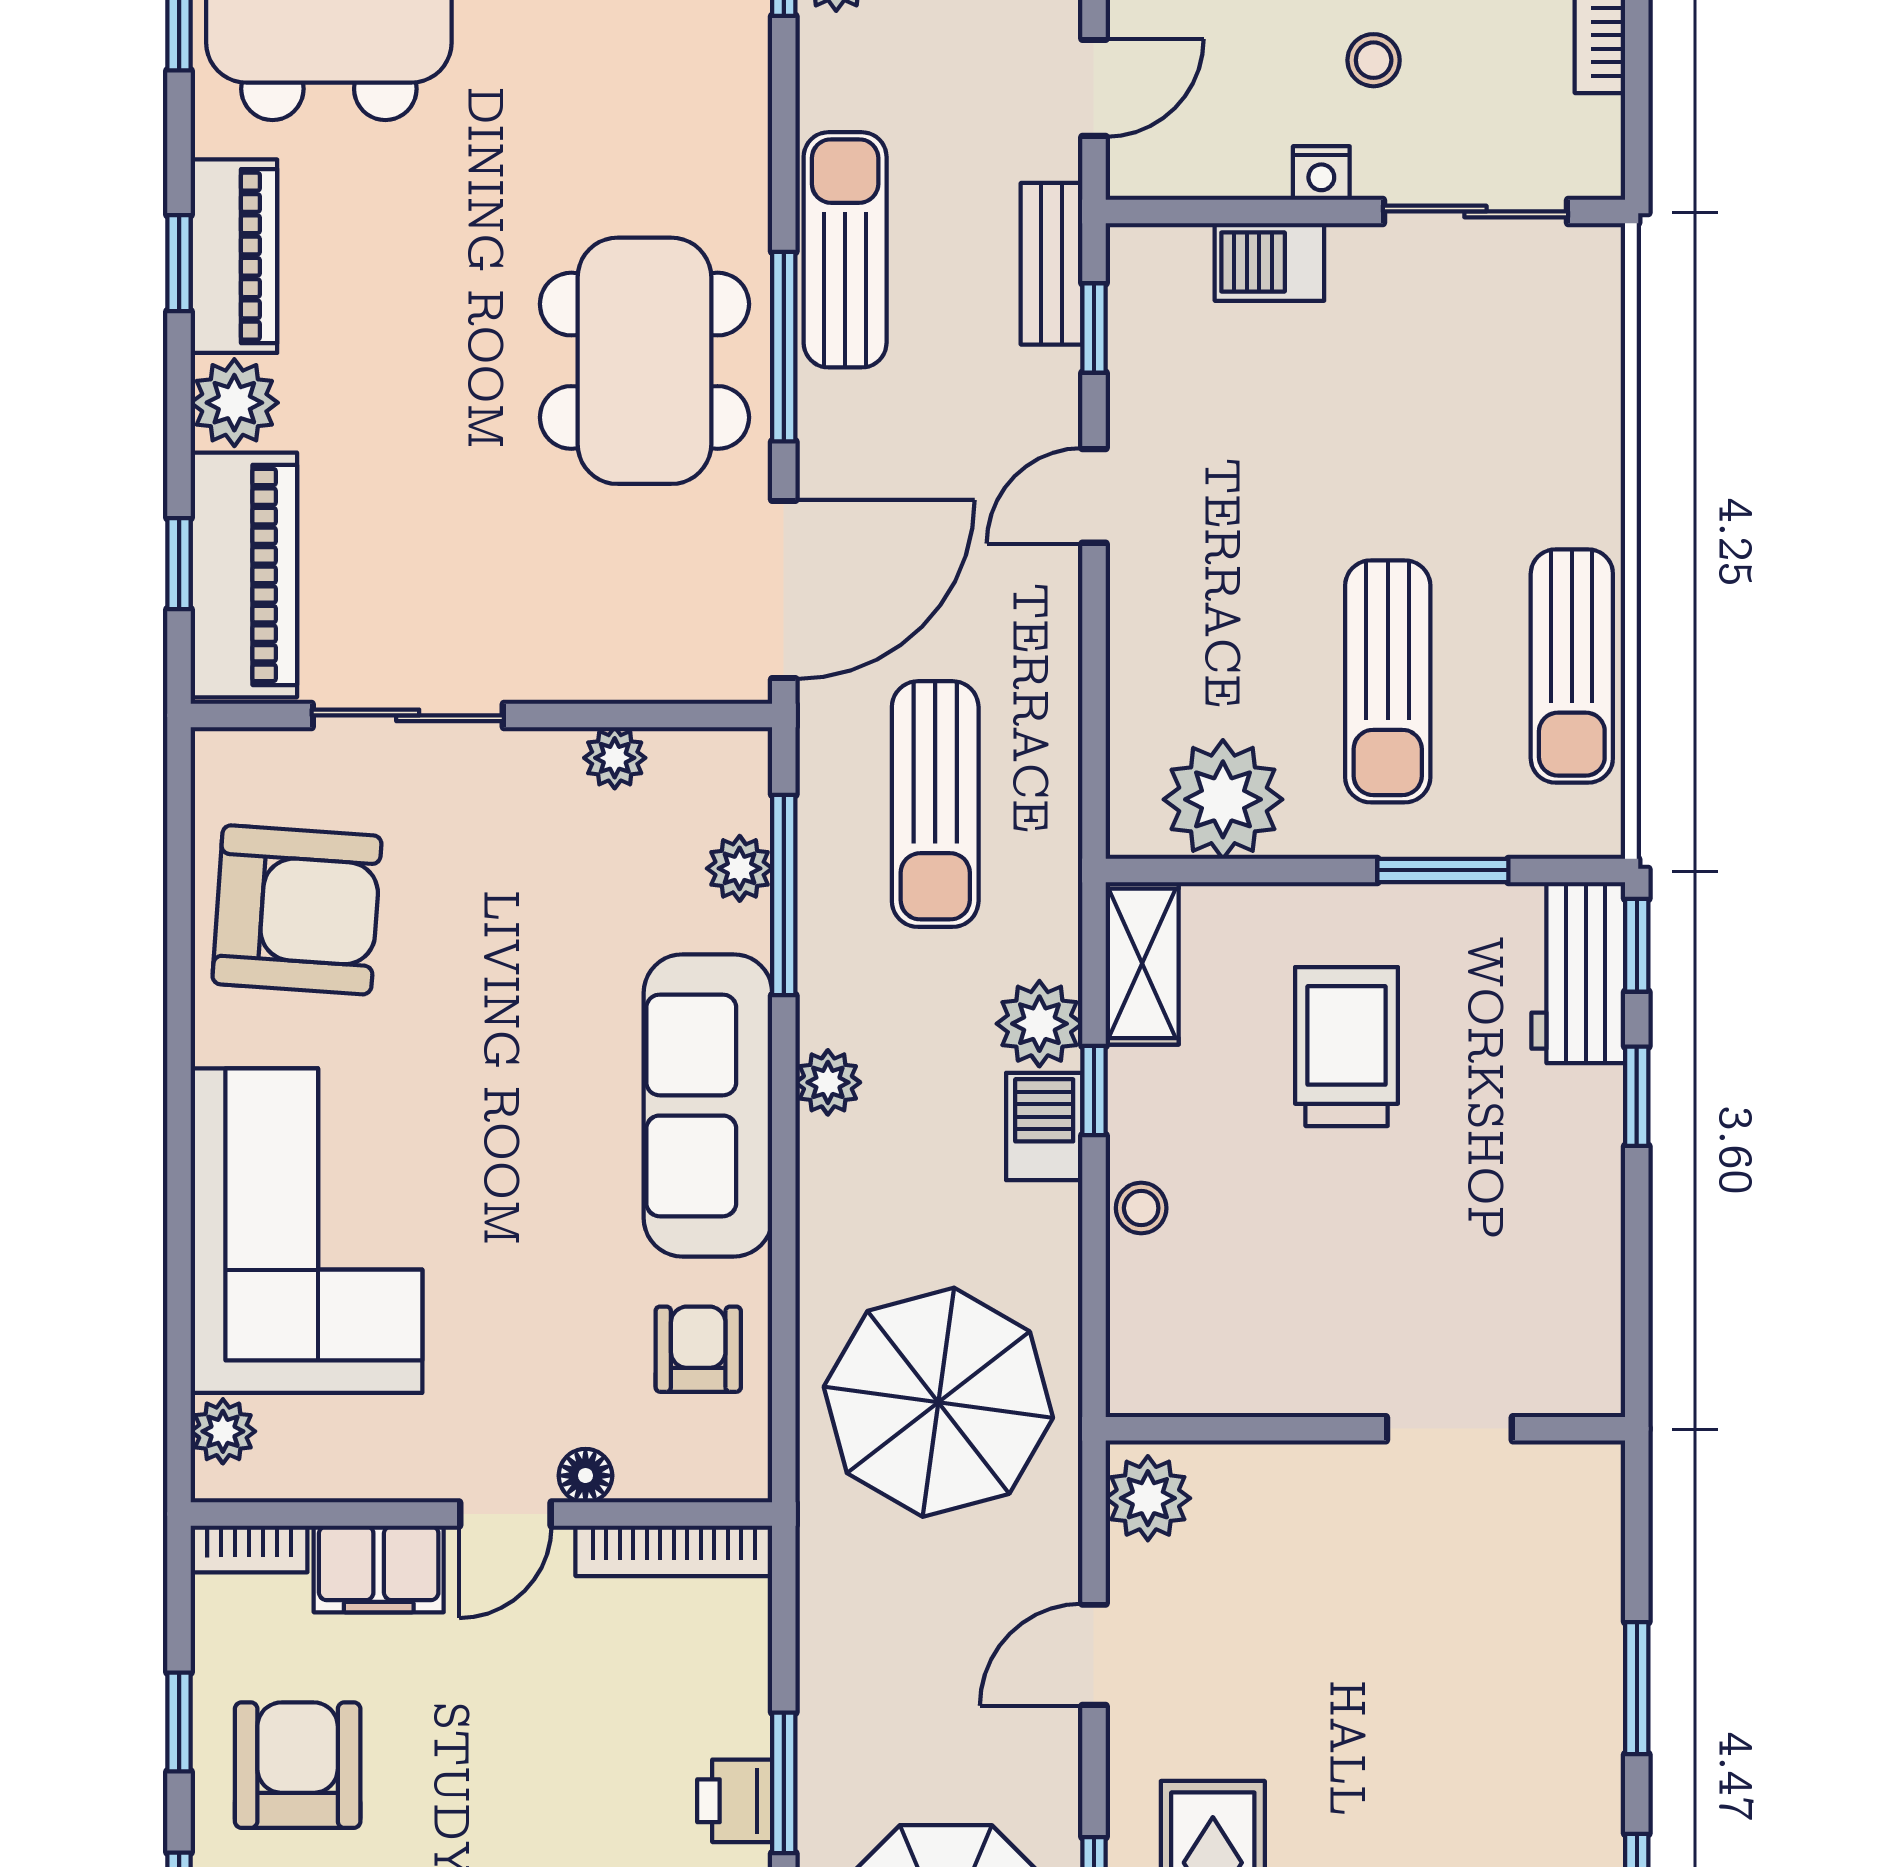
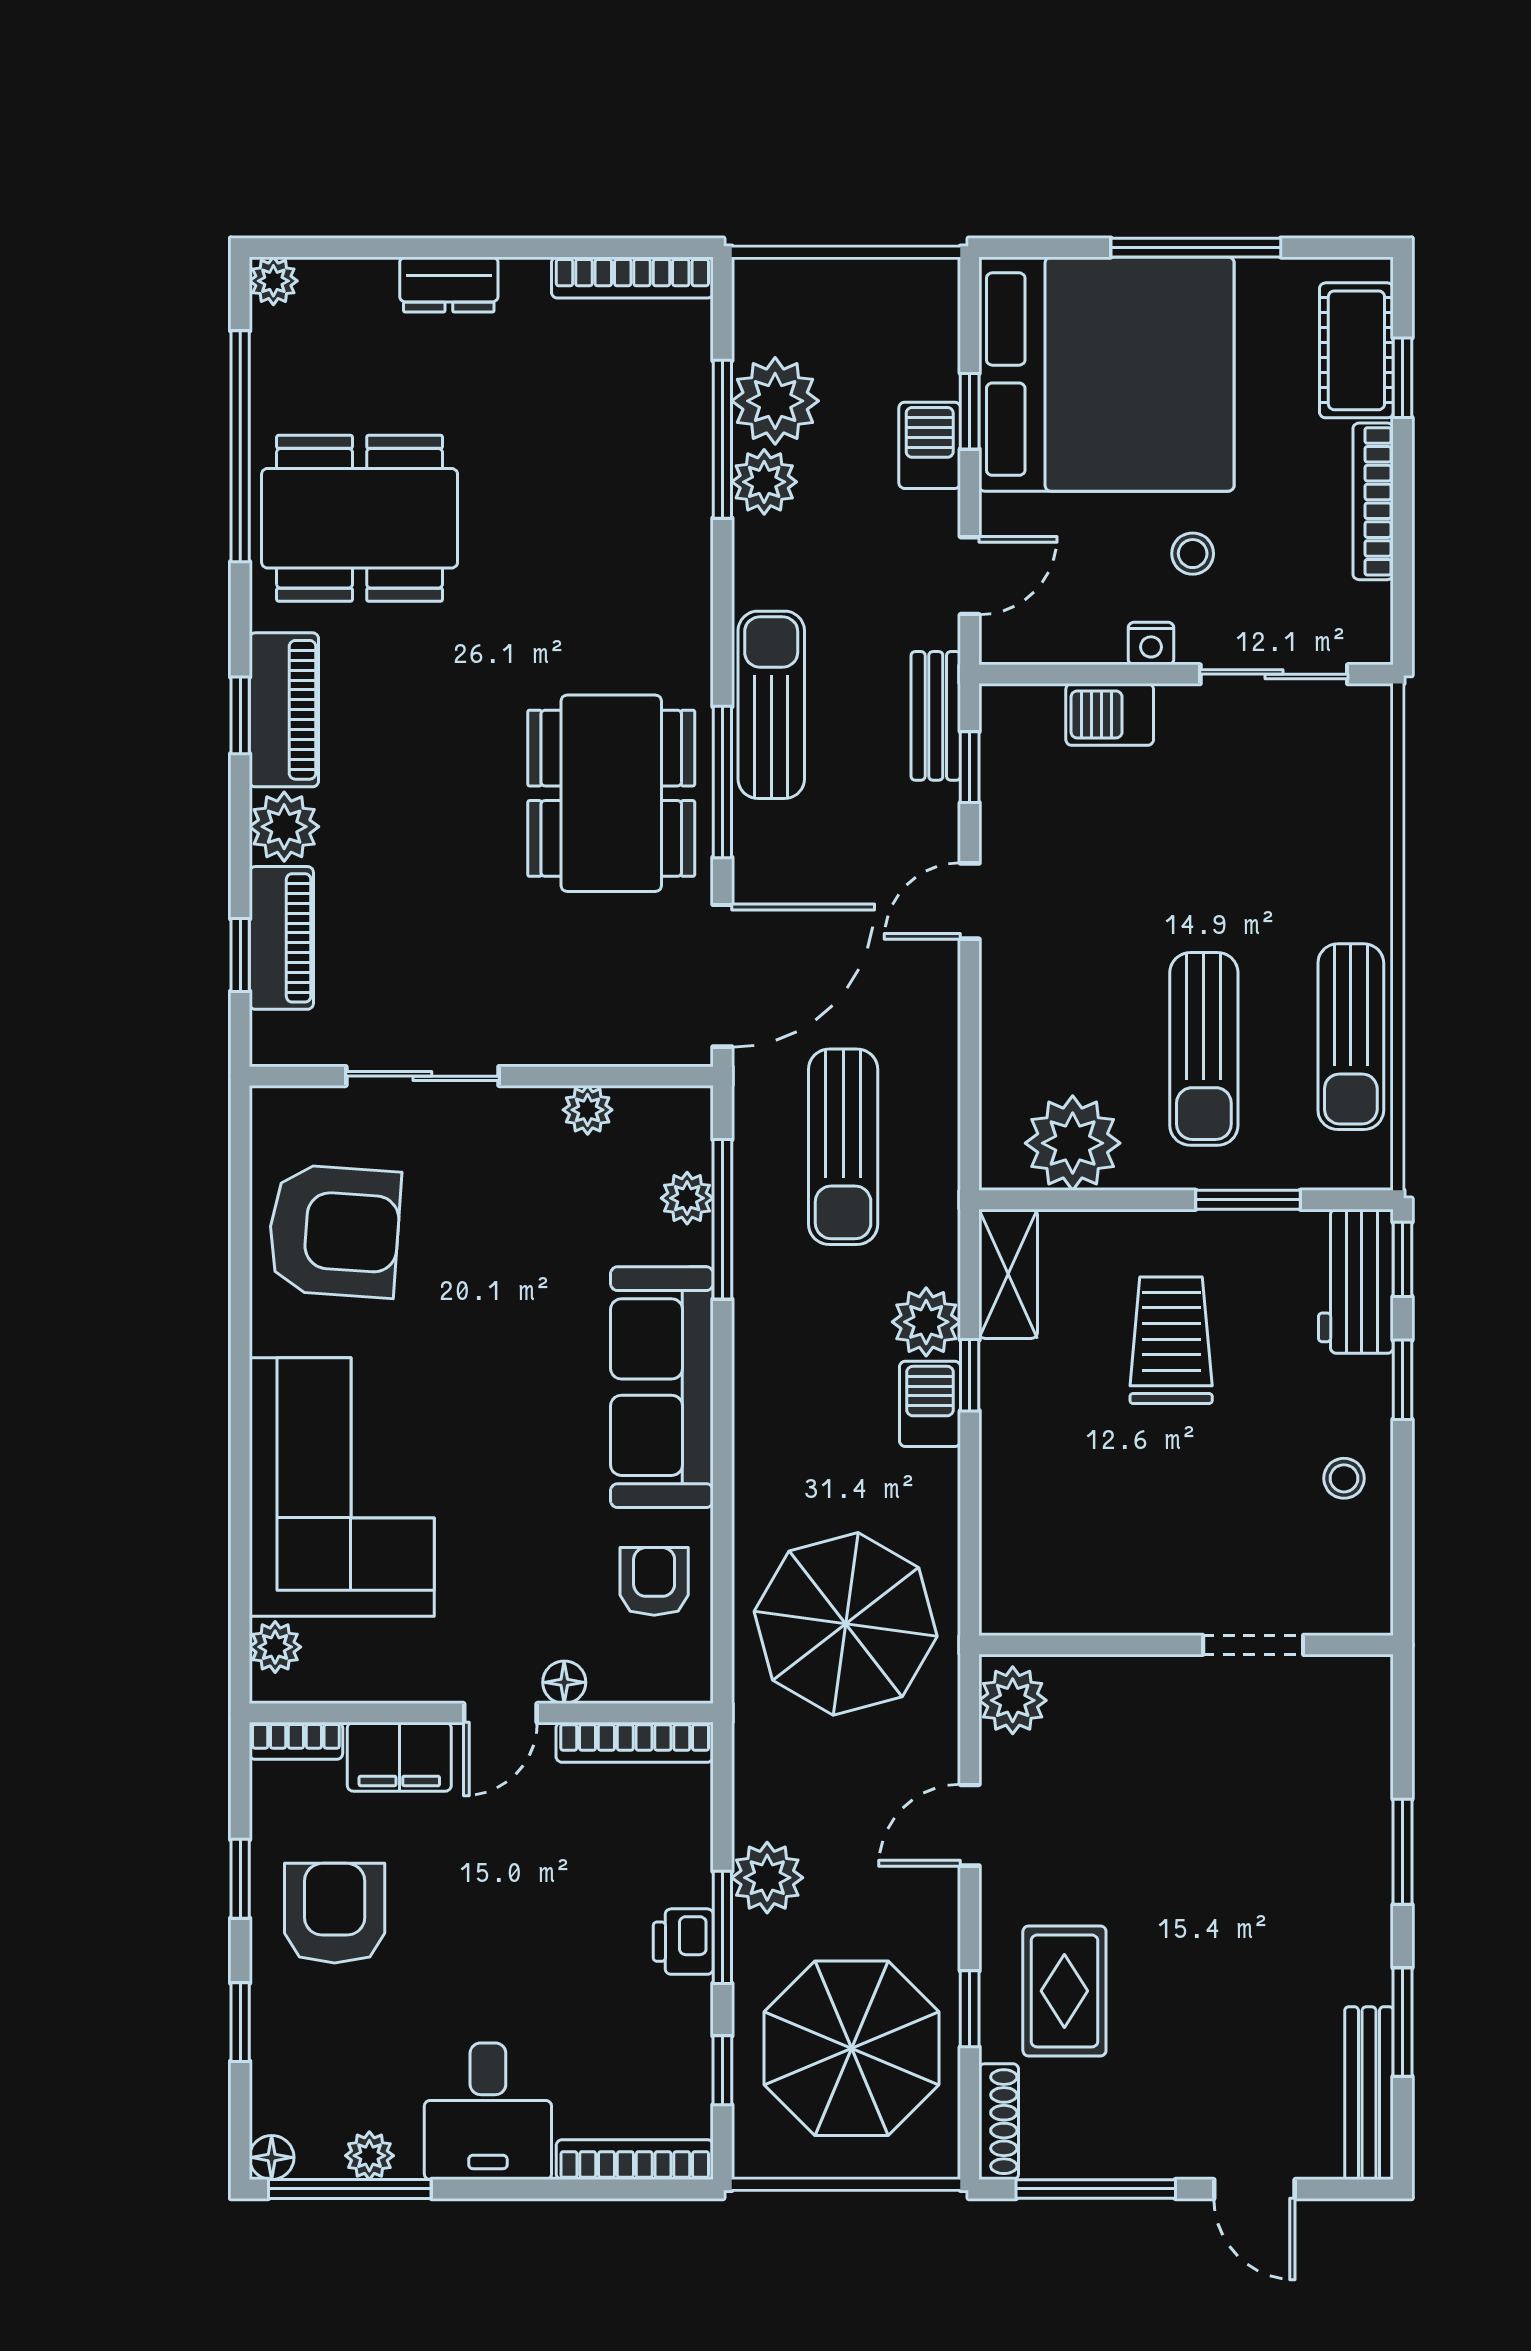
piano: (244, 575) -> (281, 938), width x0.73, depth x0.75
plant: (828, 1082) -> (767, 1878), moved, width x1.38, depth x1.38
stool: (1141, 1208) -> (1344, 1478), moved

